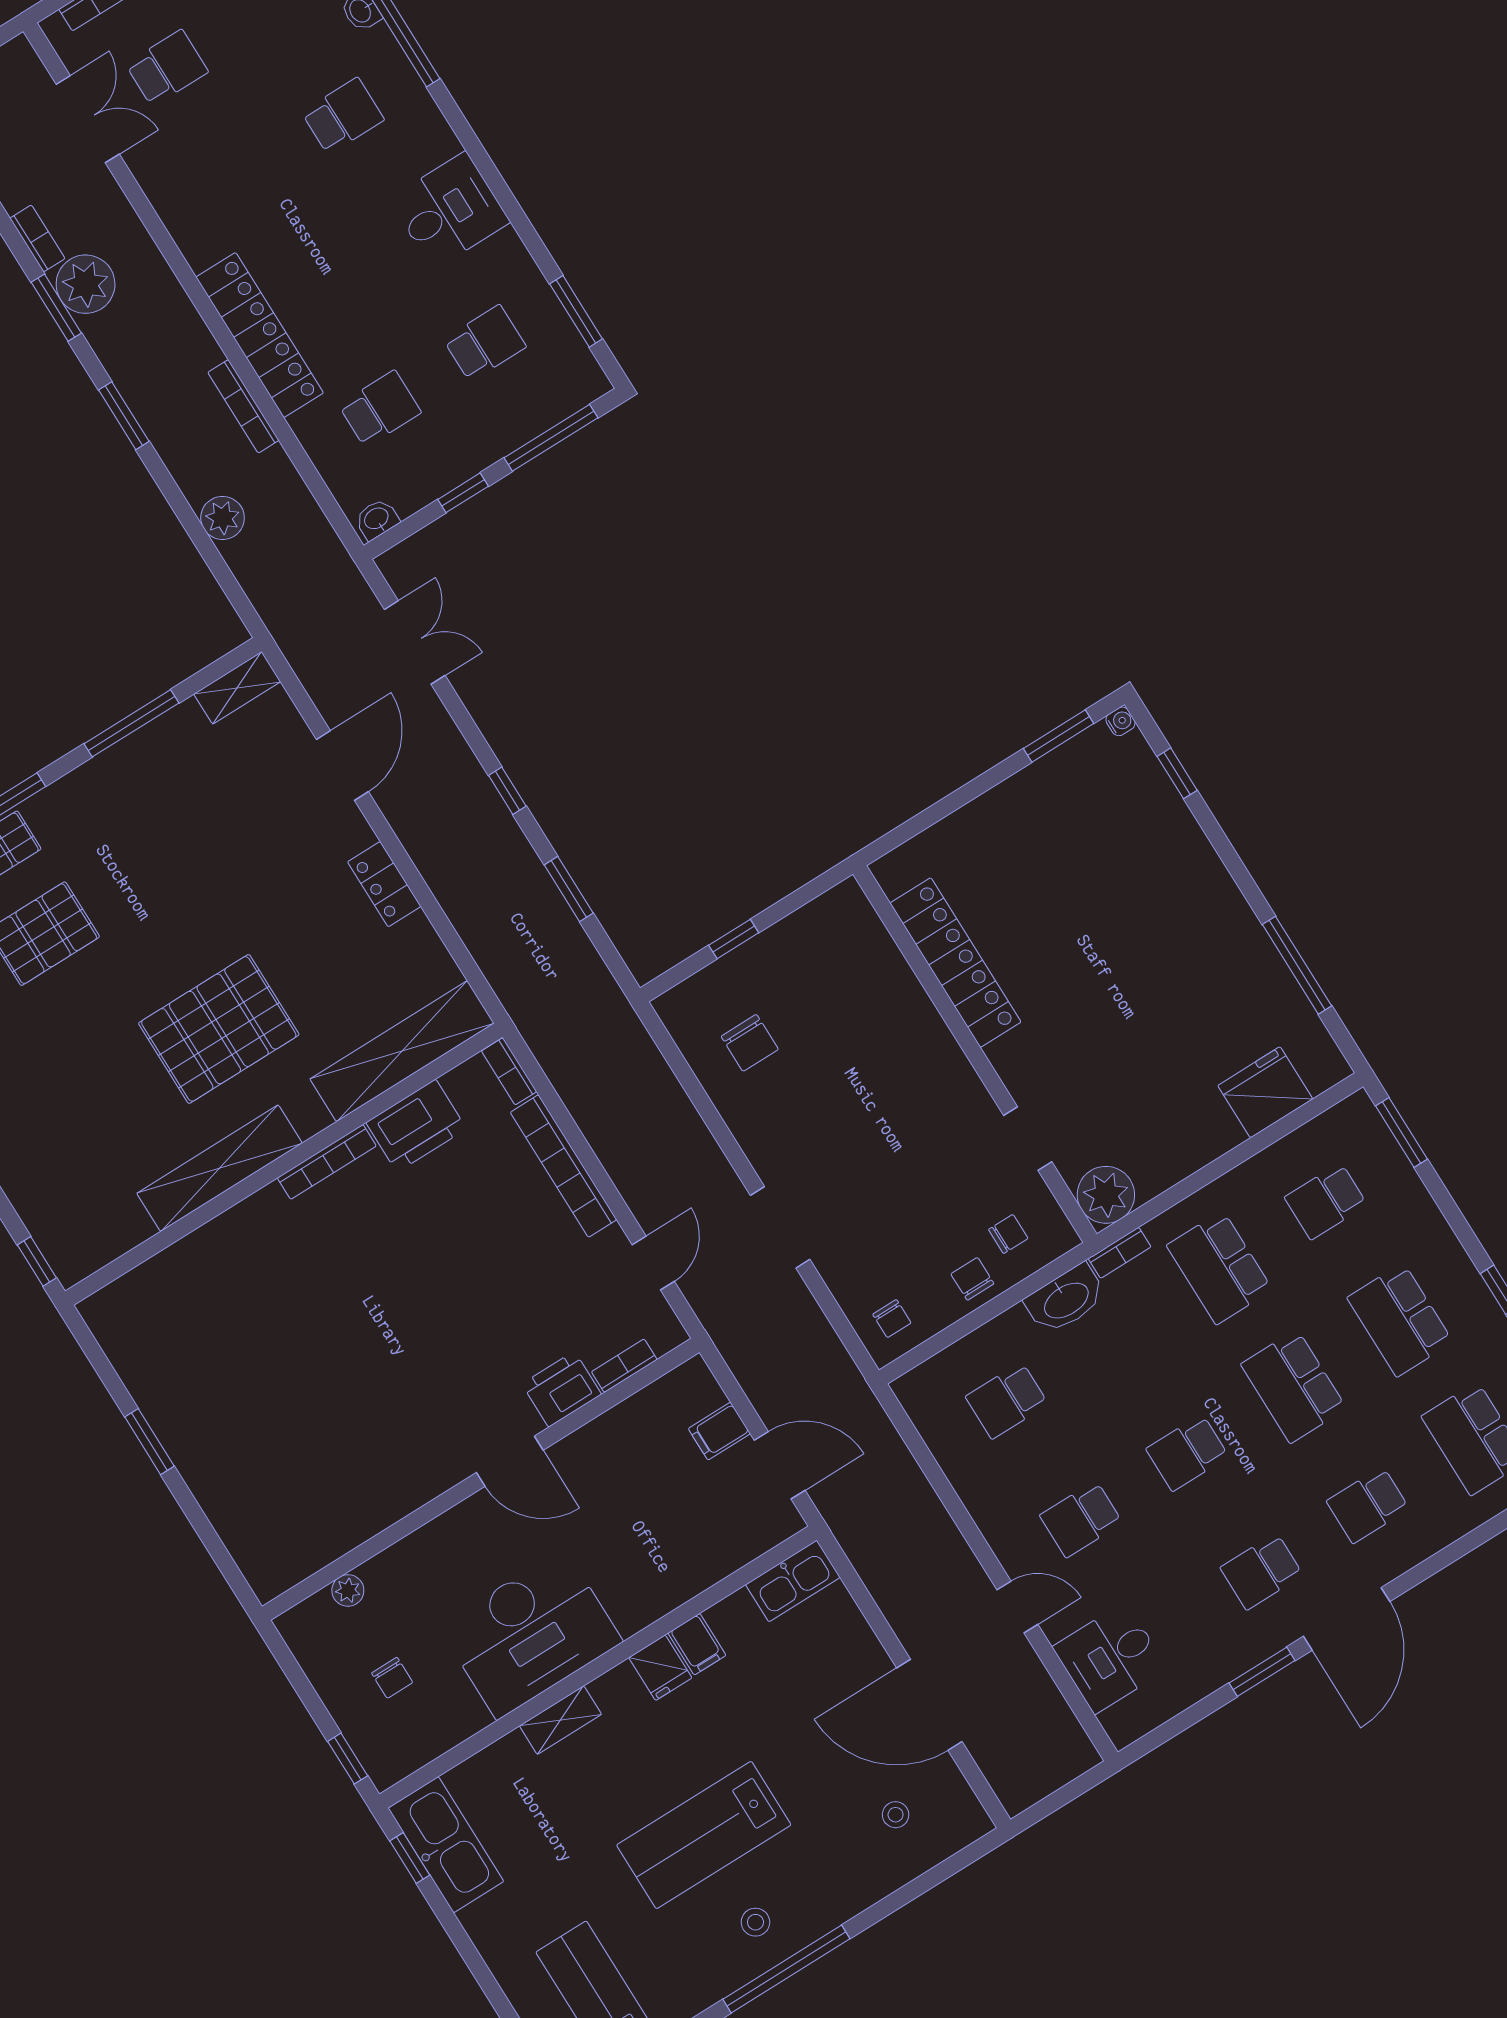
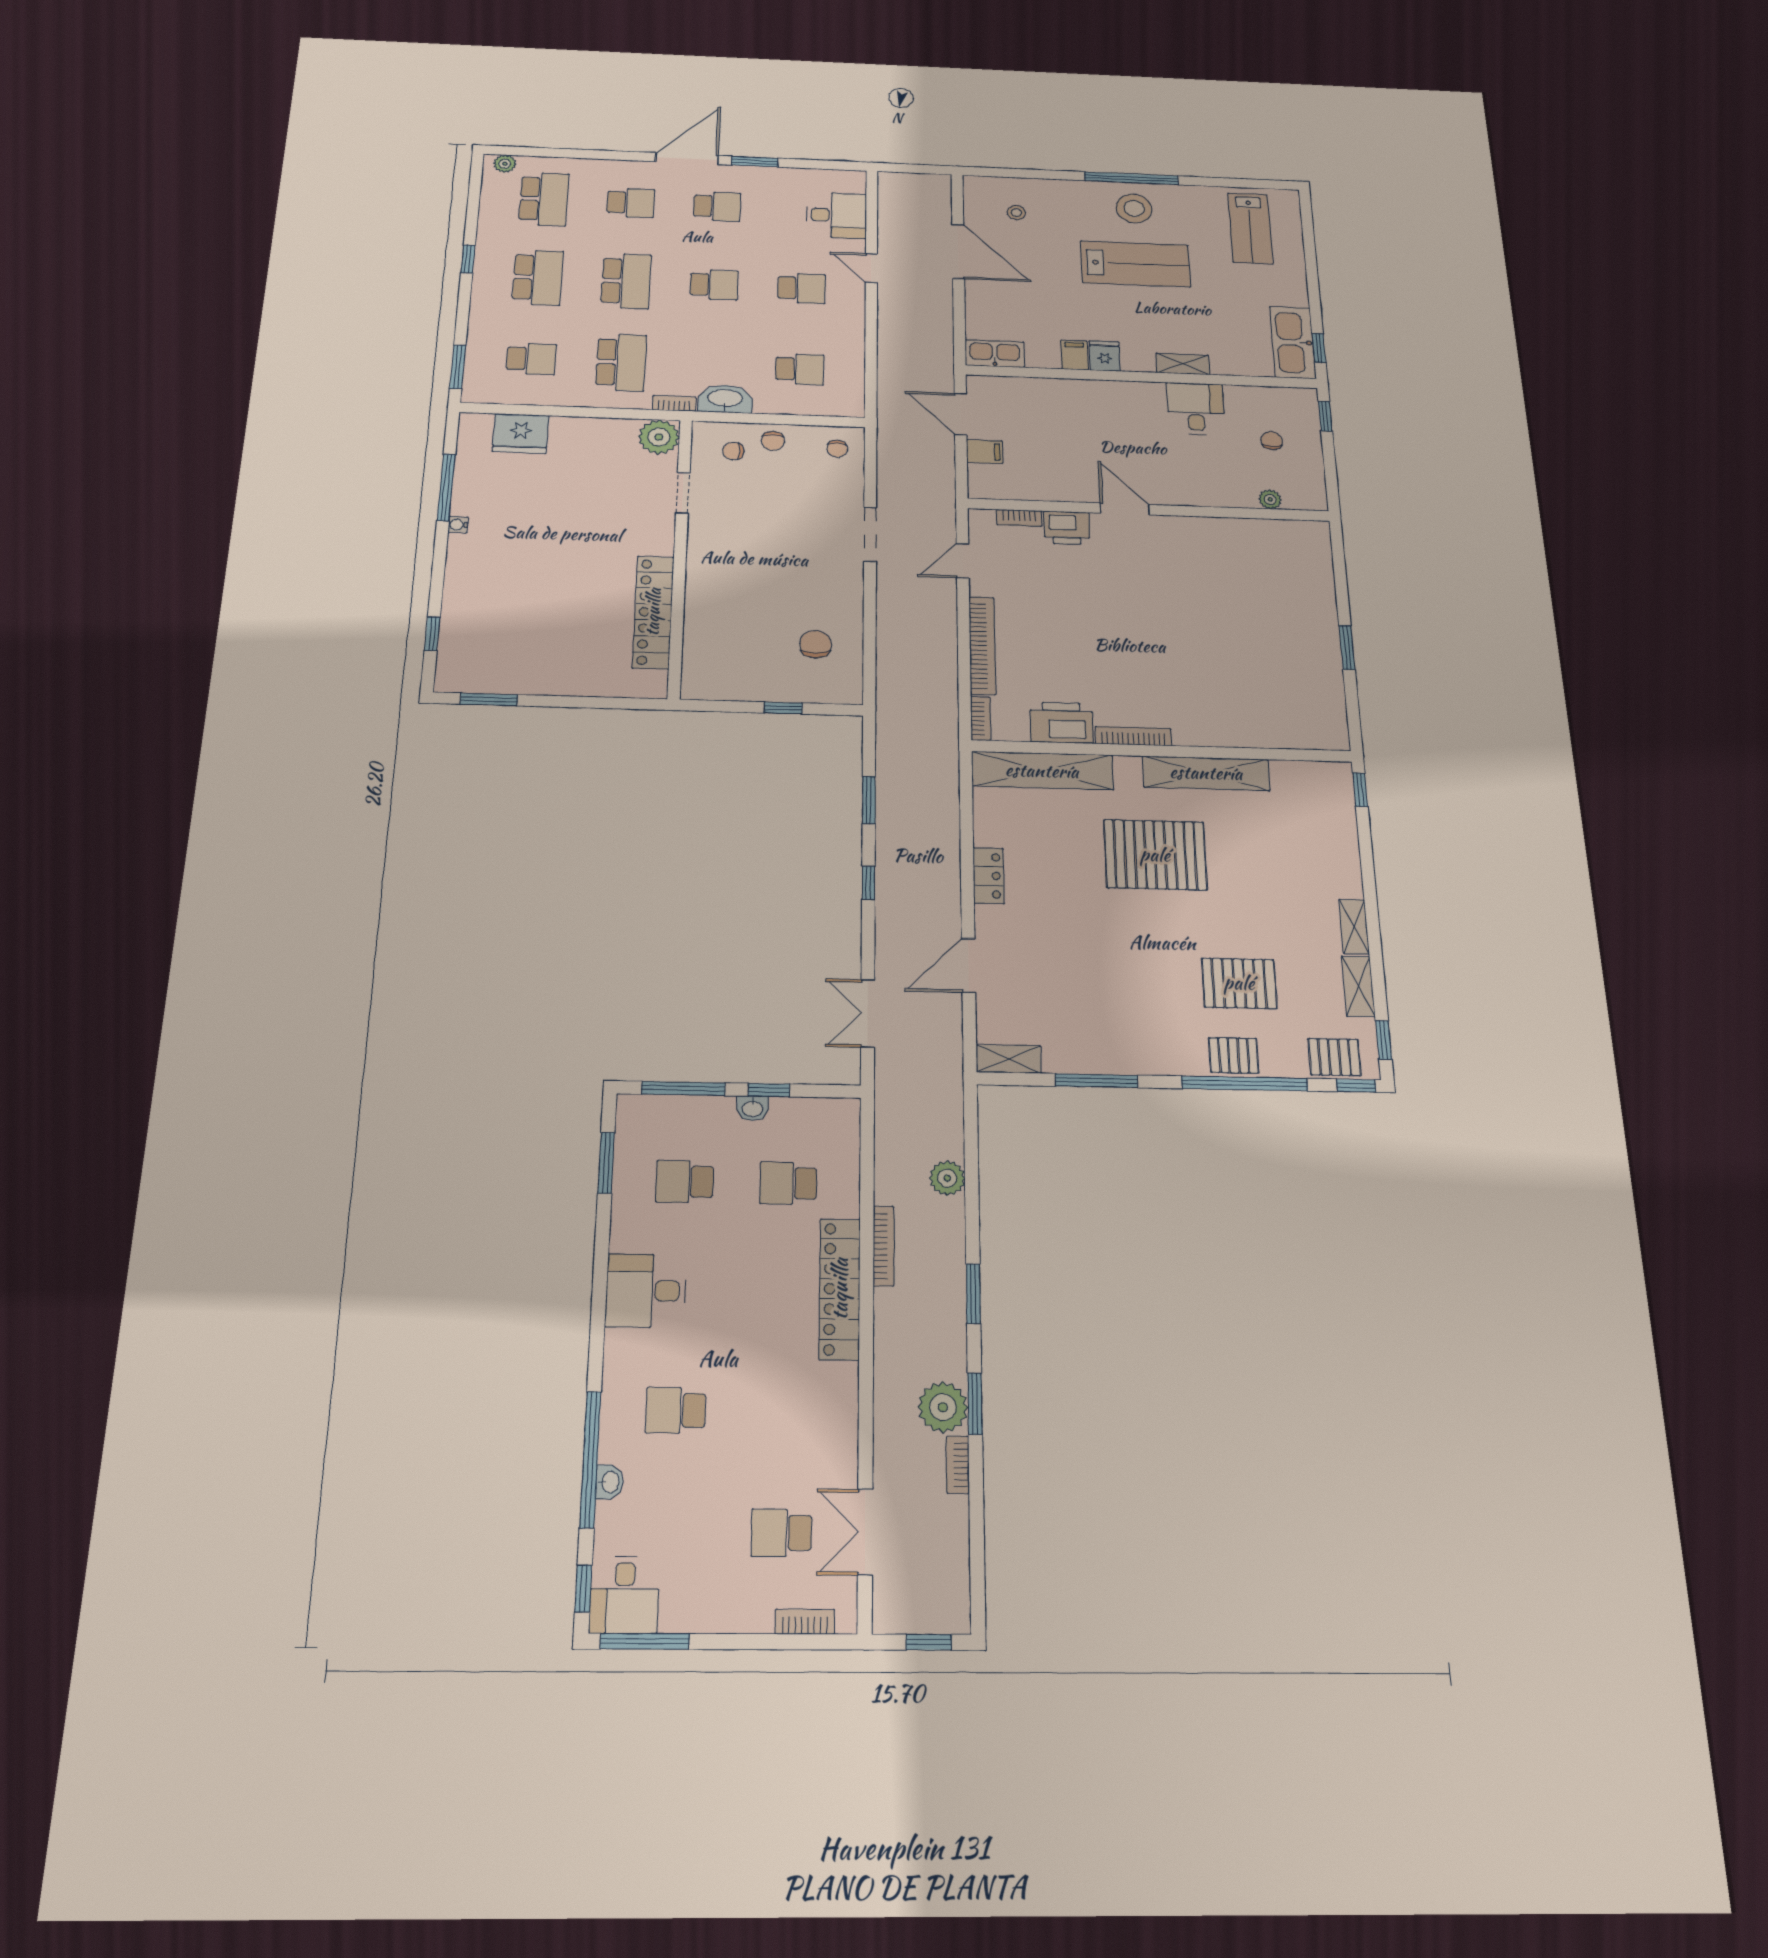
washbasin: (377, 519) -> (752, 1108), moved
water cooler: (1121, 721) -> (458, 525), moved
chair: (892, 1319) -> (837, 449), turned 180
desk: (531, 1634) -> (1196, 409), width x0.53, depth x0.77
stool: (755, 1922) -> (1134, 208), width x1.89, depth x1.89

